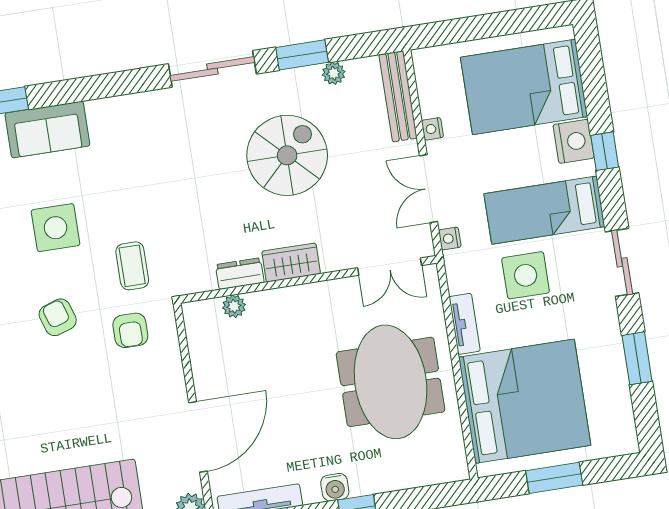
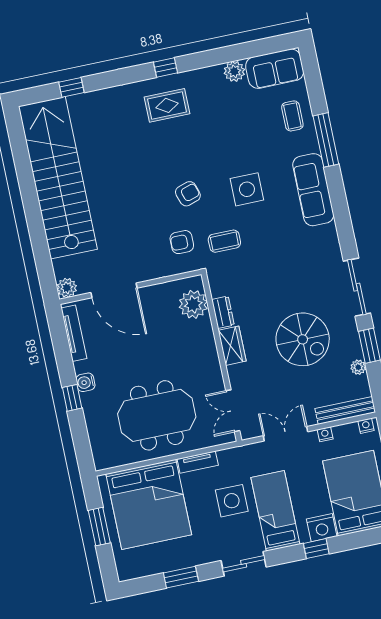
sofa: (47, 129) -> (313, 190), width x1.36
nightstand: (450, 238) -> (366, 426), moved
plant: (234, 306) -> (193, 304), width x1.88, depth x1.88

